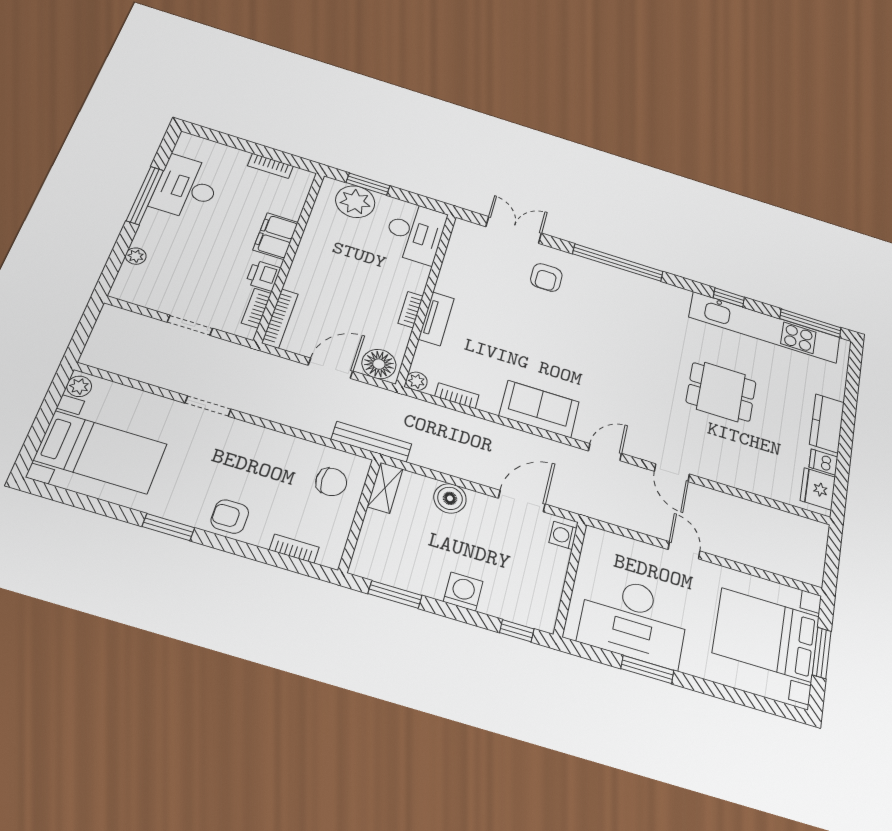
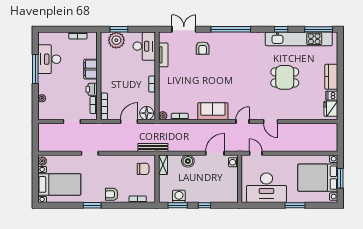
tv unit: (436, 319) -> (163, 55), moved
door: (684, 550) -> (256, 153), moved
washing machine: (463, 592) -> (179, 196), moved
window: (517, 631) -> (204, 205), moved
window: (647, 670) -> (295, 205), moved

